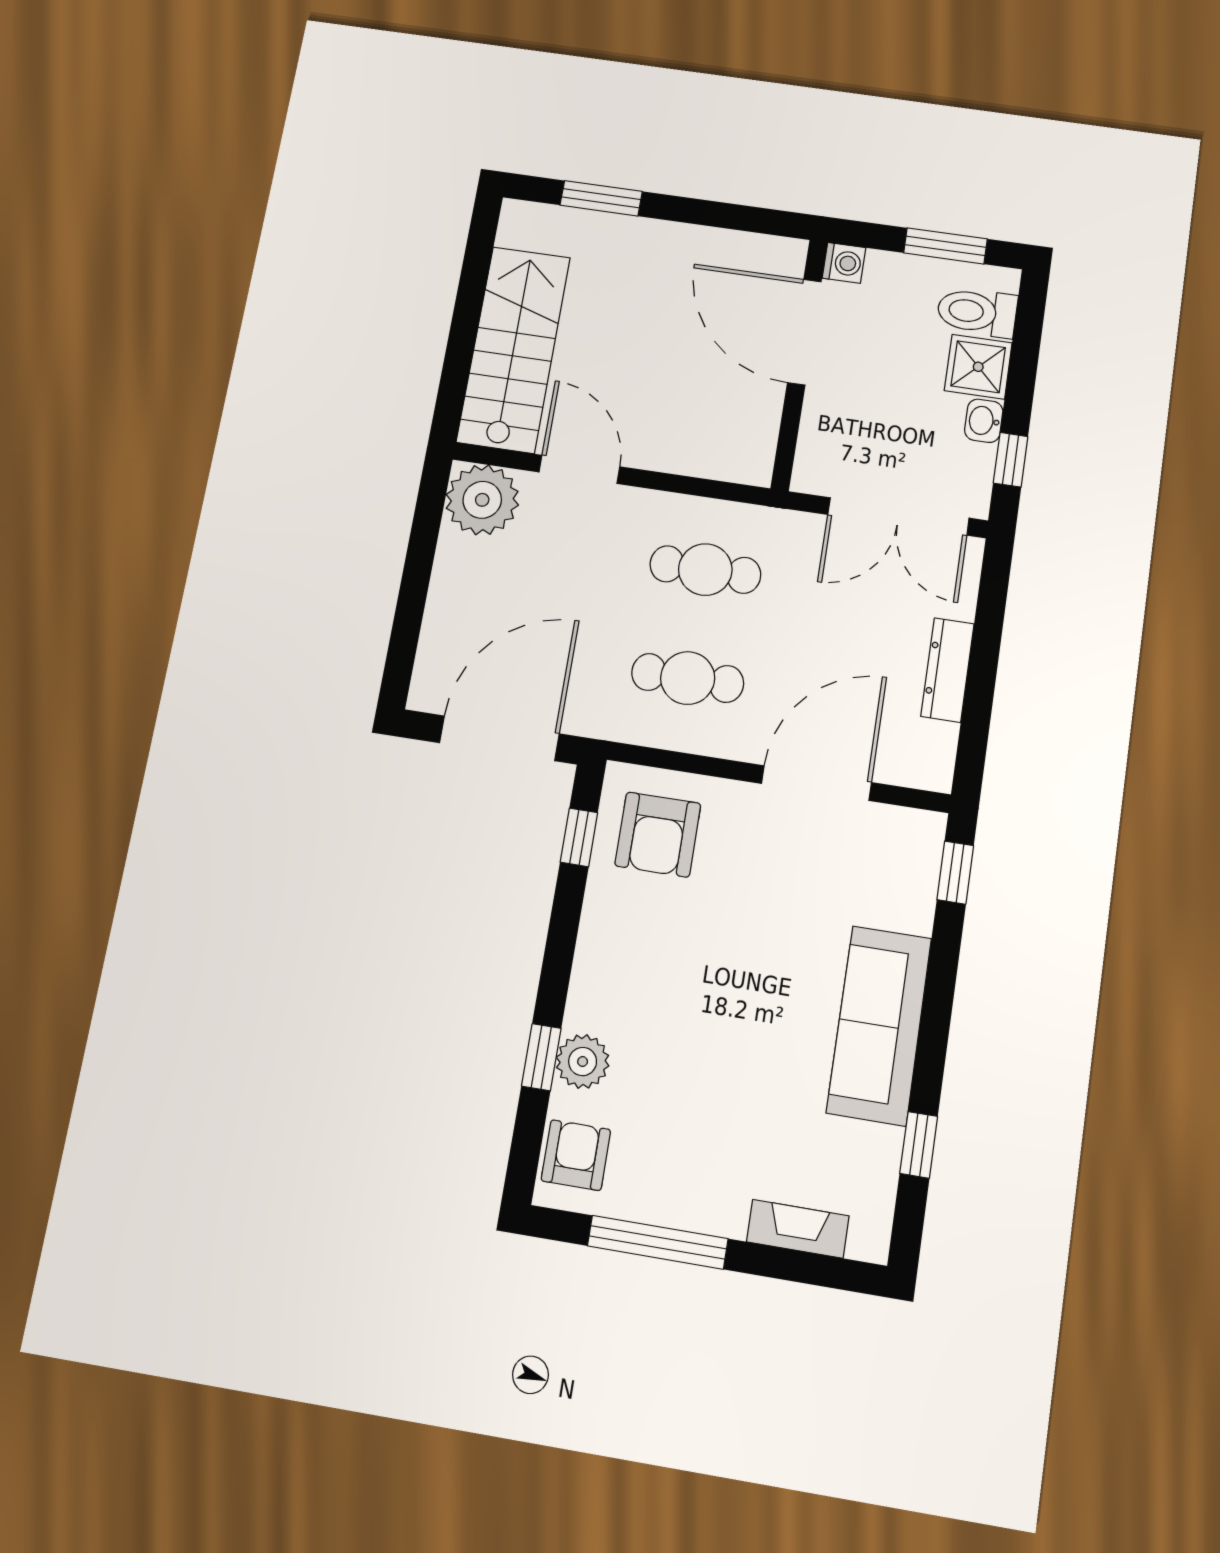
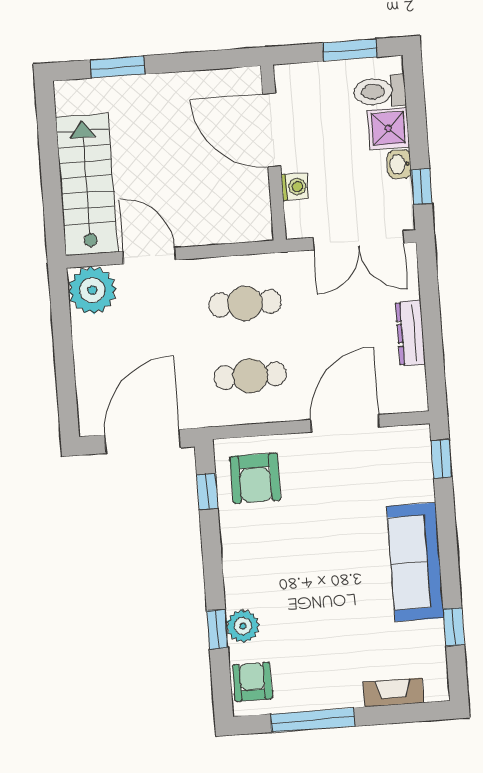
washing machine: (844, 263) -> (295, 187), moved

